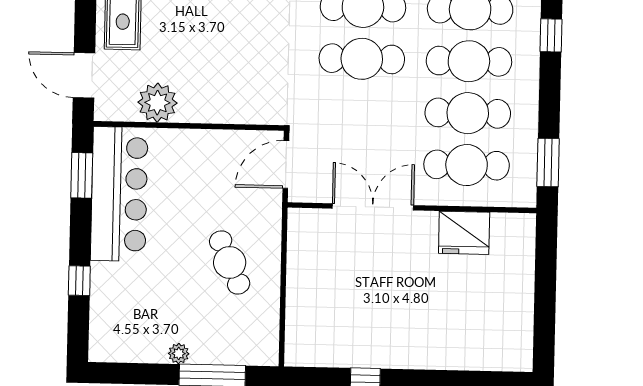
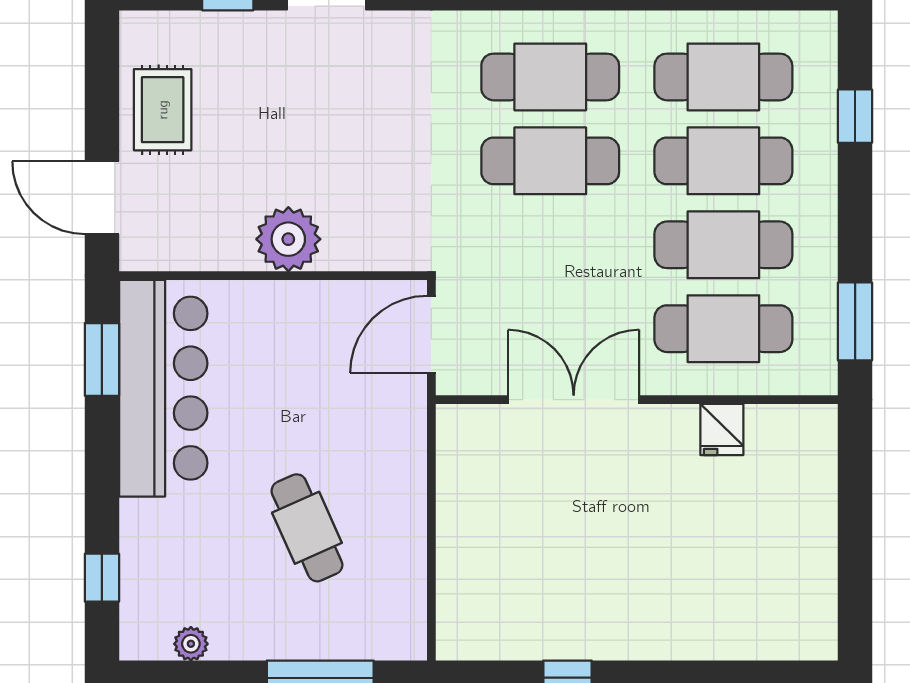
plant: (157, 103) -> (288, 239), moved
fridge: (464, 233) -> (722, 430), width x0.53, depth x0.75
cafe table: (230, 262) -> (307, 528), moved
window: (79, 281) -> (102, 578), moved
plant: (179, 354) -> (191, 644), moved

